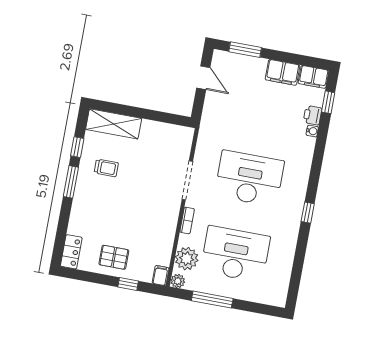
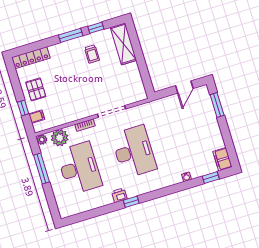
filing cabinet: (283, 72) -> (215, 137), removed
printer: (312, 115) -> (119, 195), moved
locker: (71, 252) -> (31, 58), width x1.53
filing cabinet: (161, 275) -> (37, 117), moved

